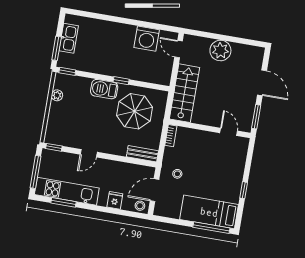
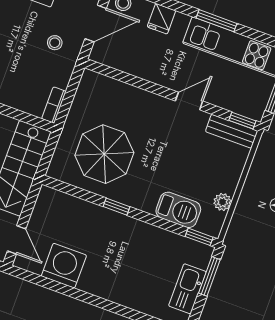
barbecue: (104, 89) -> (178, 210), moved
bench: (142, 154) -> (232, 131), moved
window: (64, 202) -> (217, 21), moved

